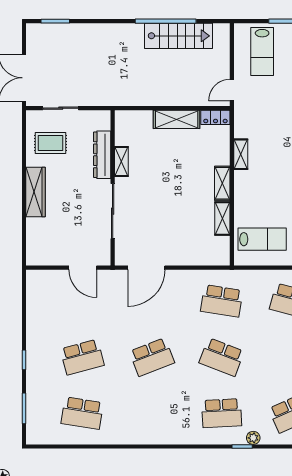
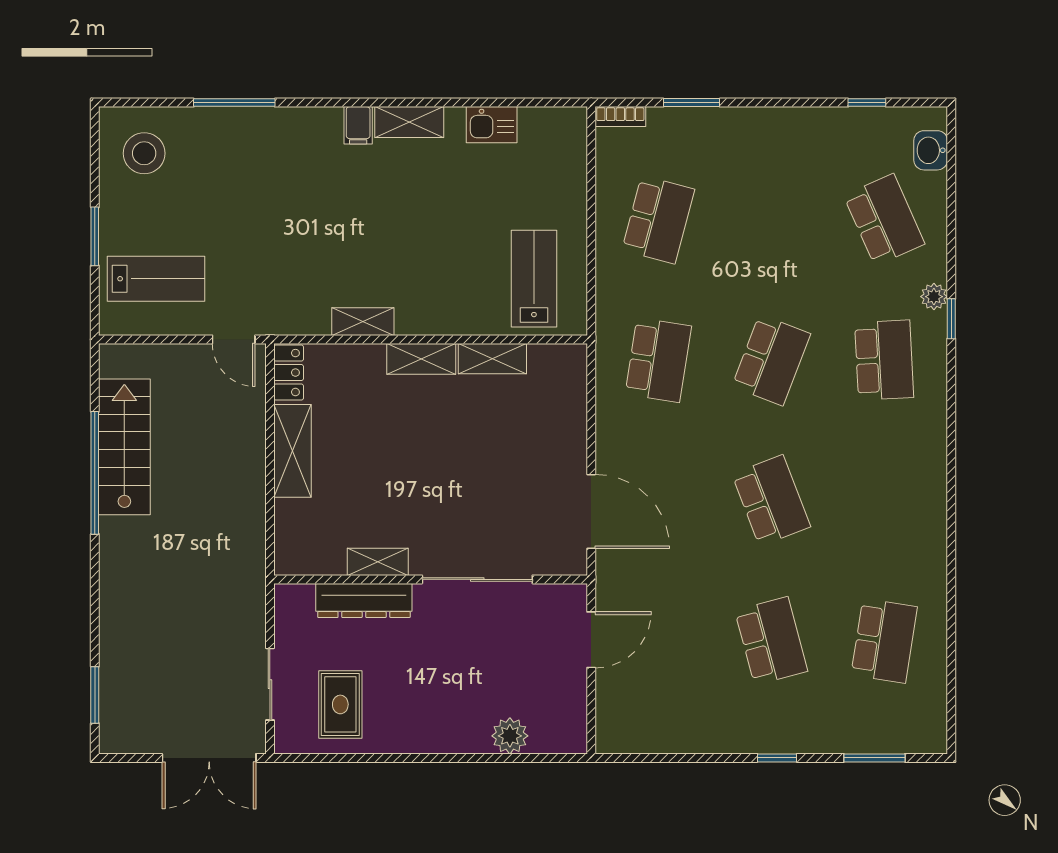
wardrobe: (36, 192) -> (439, 735), removed
plant: (35, 227) -> (510, 736), added

